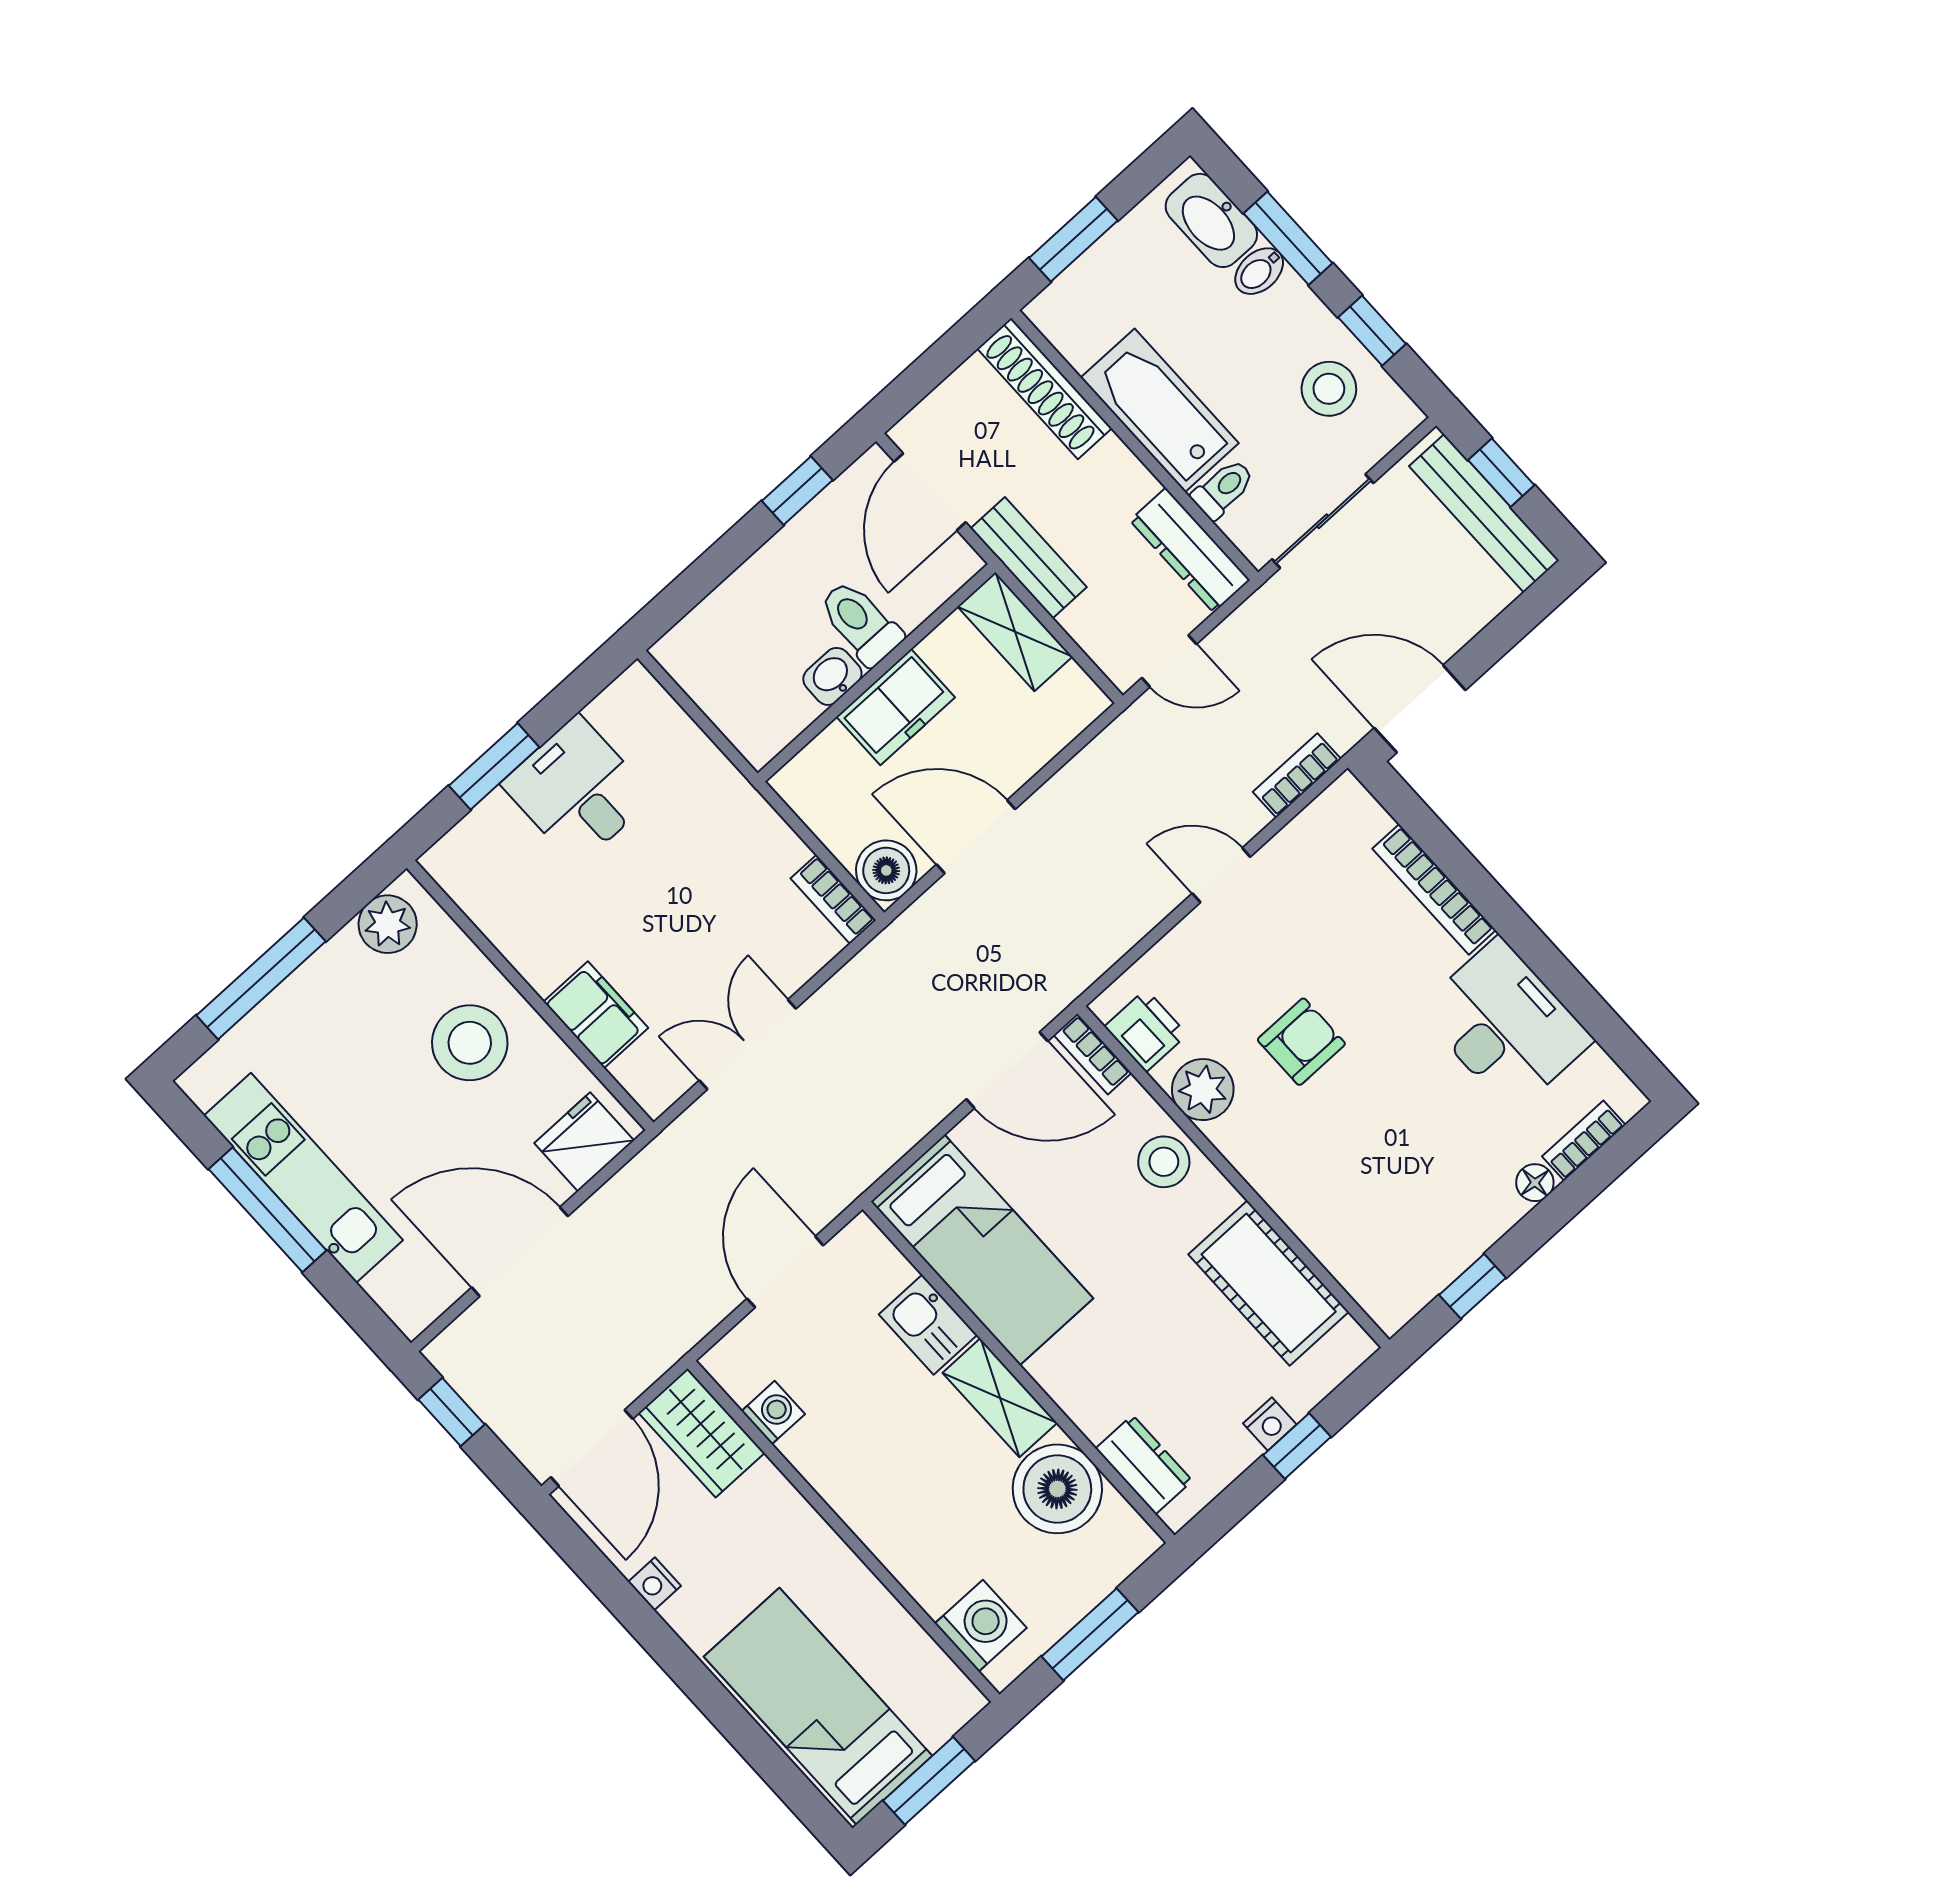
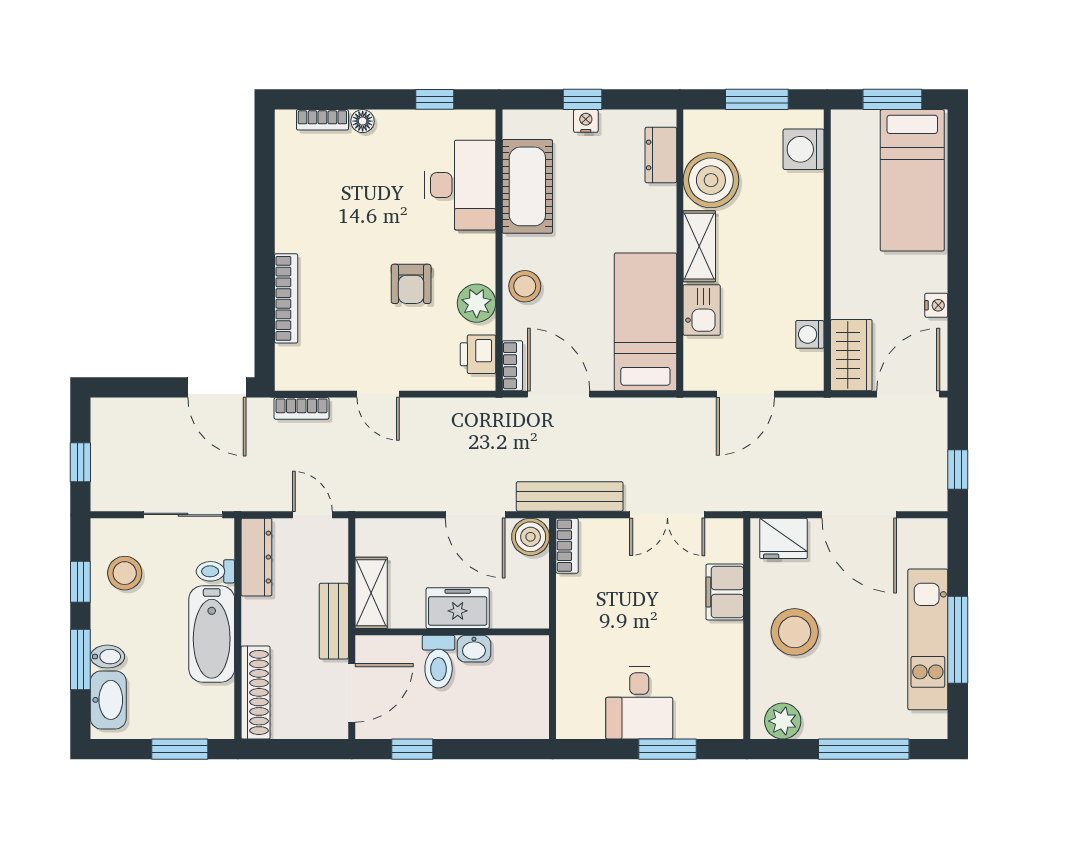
bench: (1484, 513) -> (570, 496), moved, turned 90
desk: (1506, 1025) -> (460, 185), moved, turned 180
armchair: (1301, 1042) -> (411, 284), turned -90

